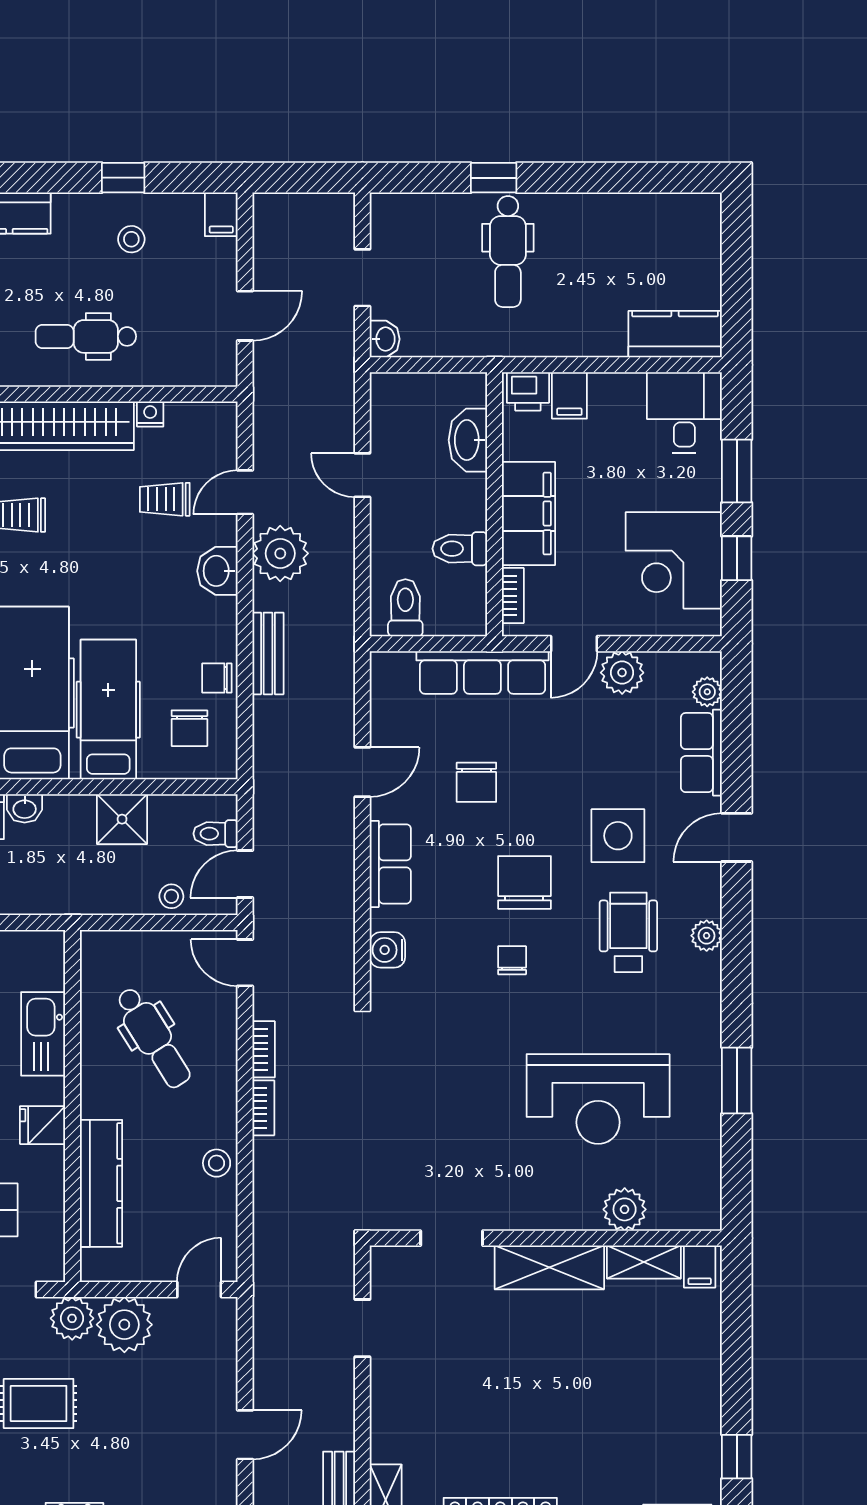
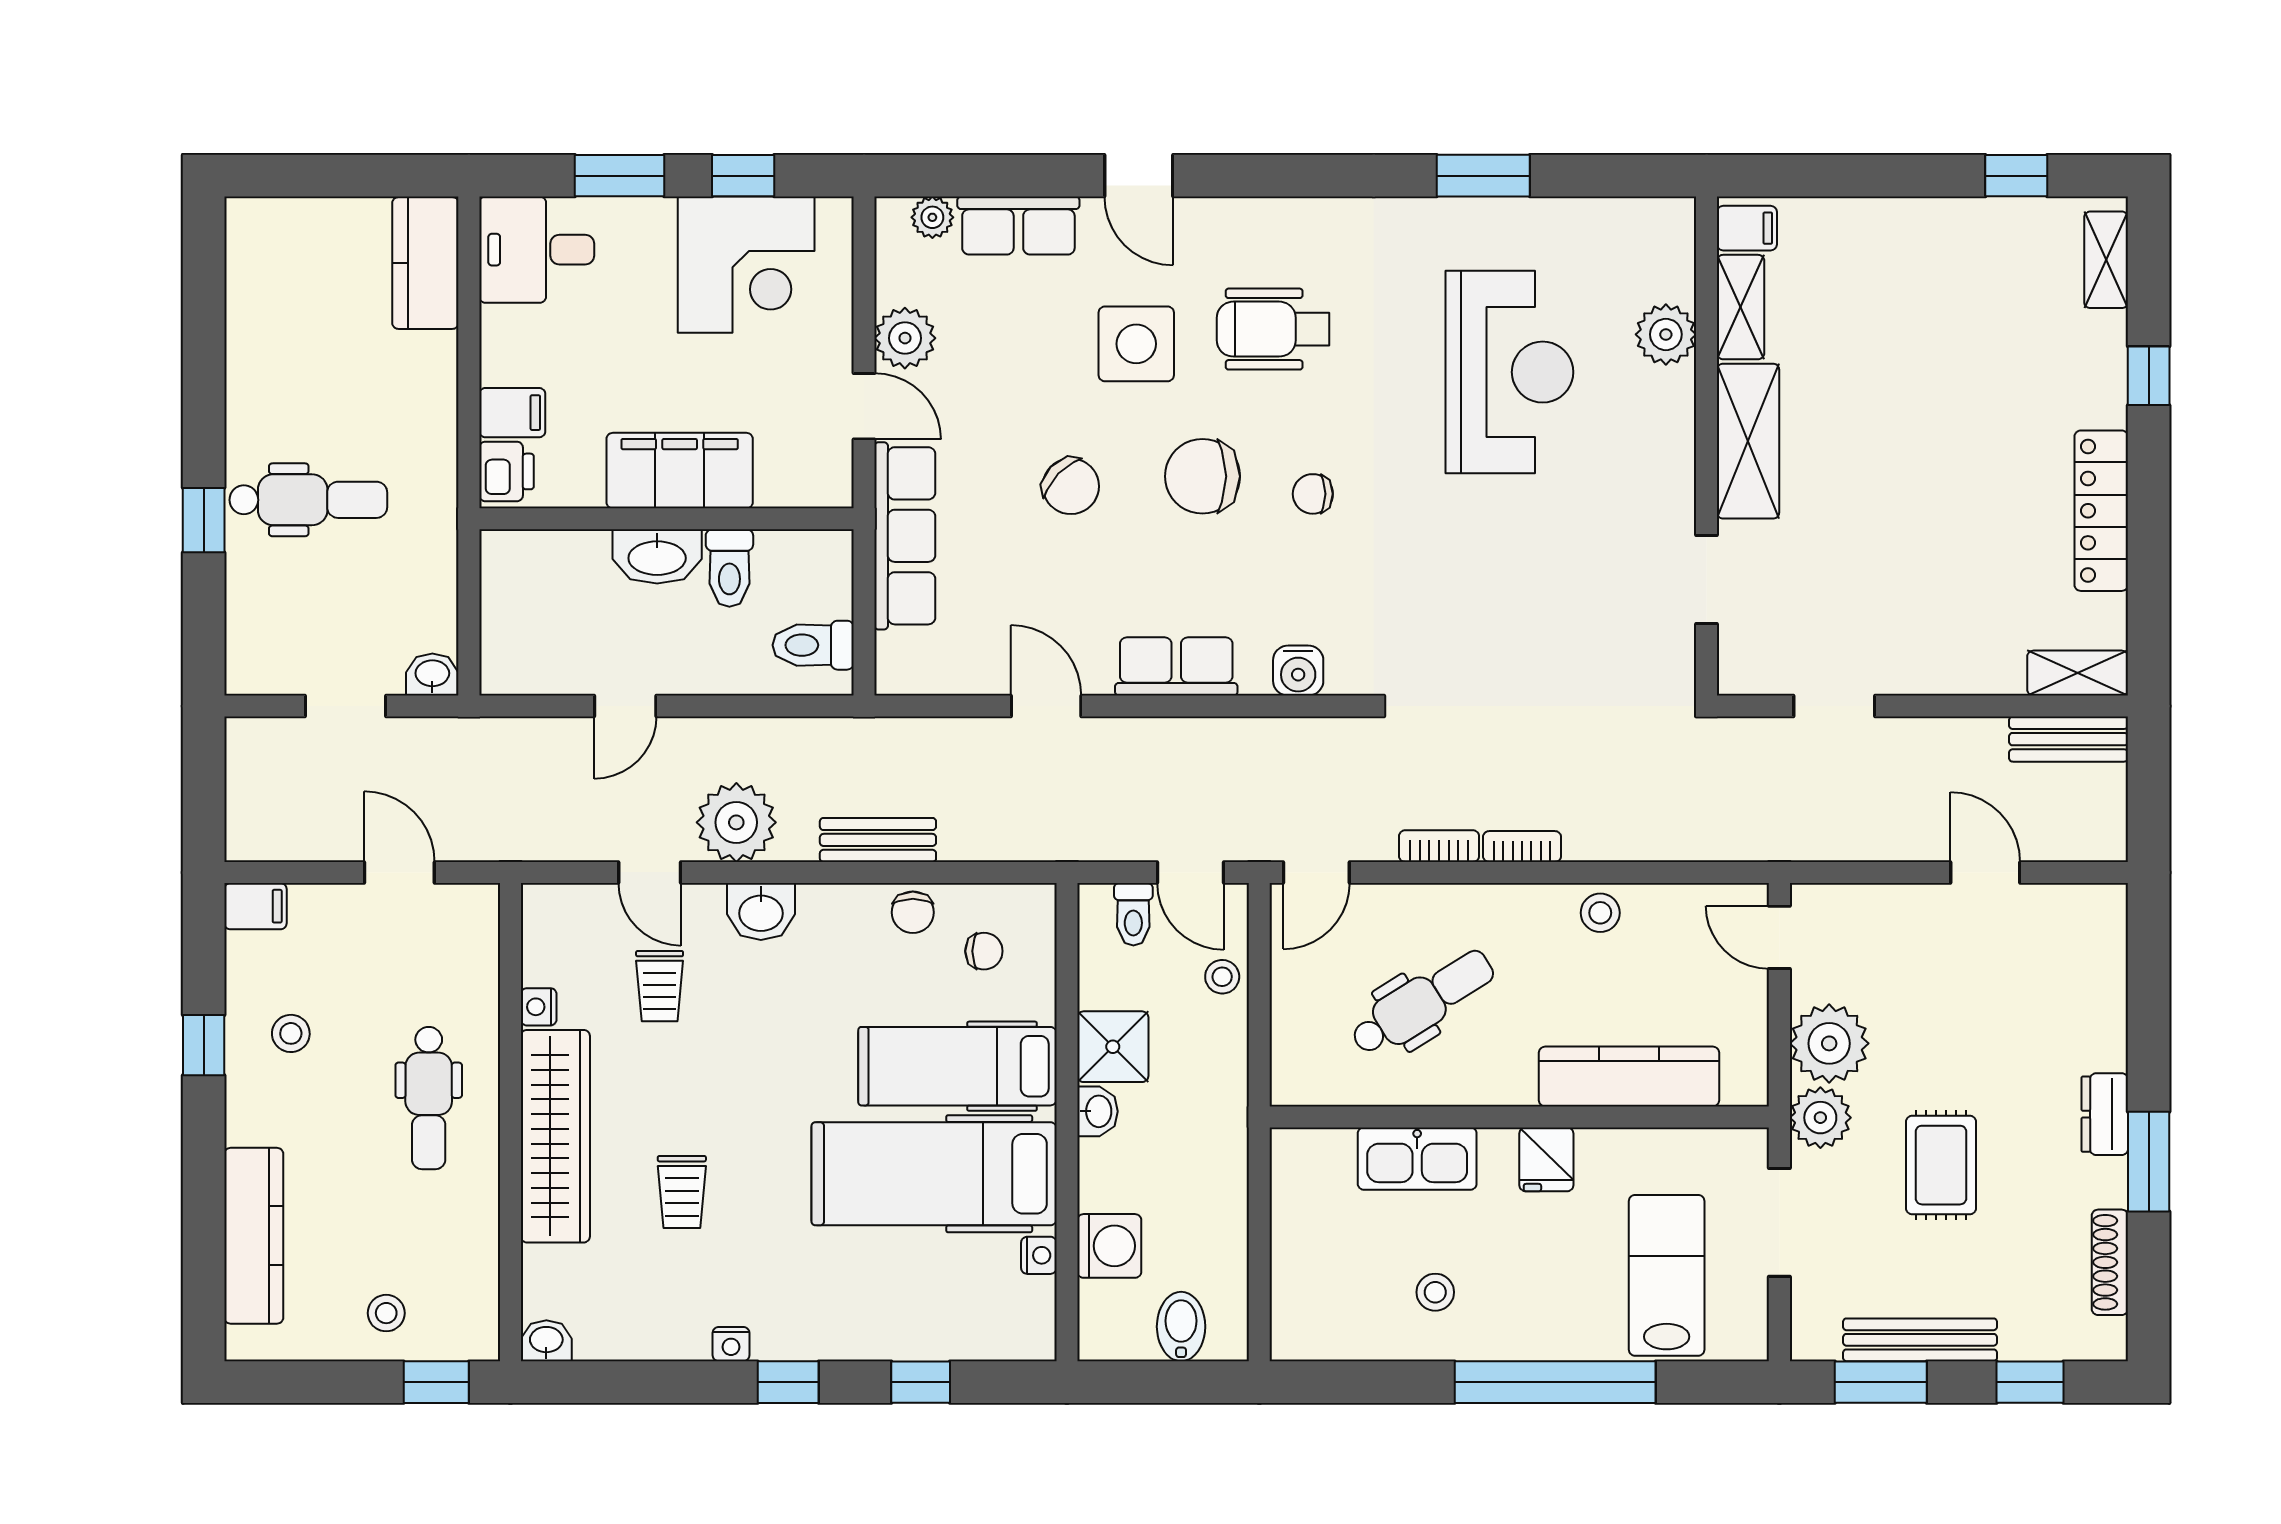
washbasin: (468, 440) -> (657, 556), moved
bookcase: (513, 596) -> (796, 493), removed
chair: (189, 728) -> (984, 951), width x0.73, depth x0.73
chair: (476, 782) -> (1071, 486), moved, turned 44
washbasin: (25, 808) -> (1097, 1111), moved
plant: (707, 936) -> (1278, 218), removed

